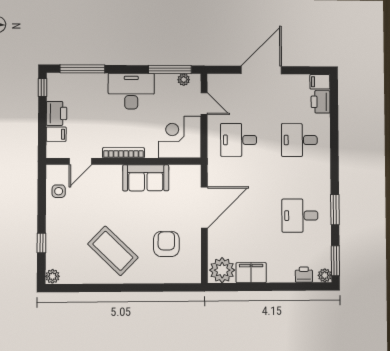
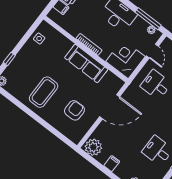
door: (80, 161) -> (63, 31), removed
sofa: (146, 178) -> (86, 63), width x1.36
coffee table: (113, 251) -> (44, 92), turned 46
filing cabinet: (251, 273) -> (112, 164), width x0.50

